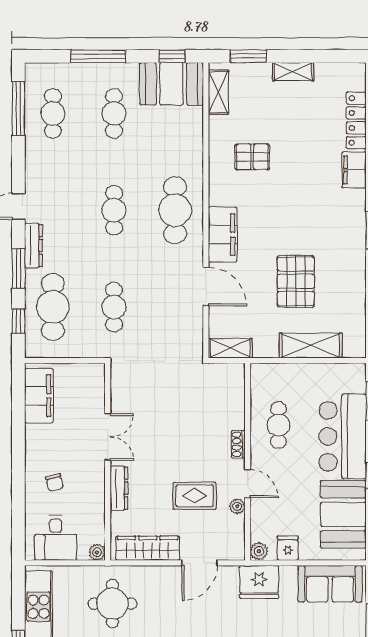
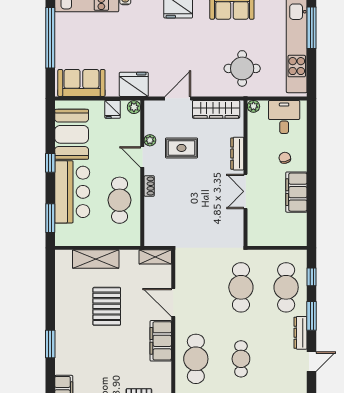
cafe table: (114, 307) -> (241, 287), width x1.37, depth x1.35
filing cabinet: (39, 396) -> (296, 192), moved
cafe table: (278, 425) -> (120, 200), width x1.37, depth x1.35

